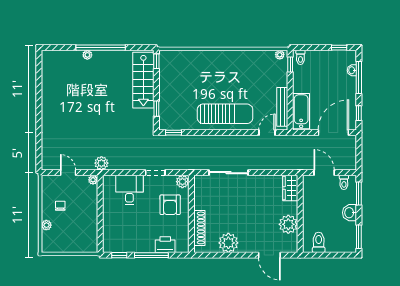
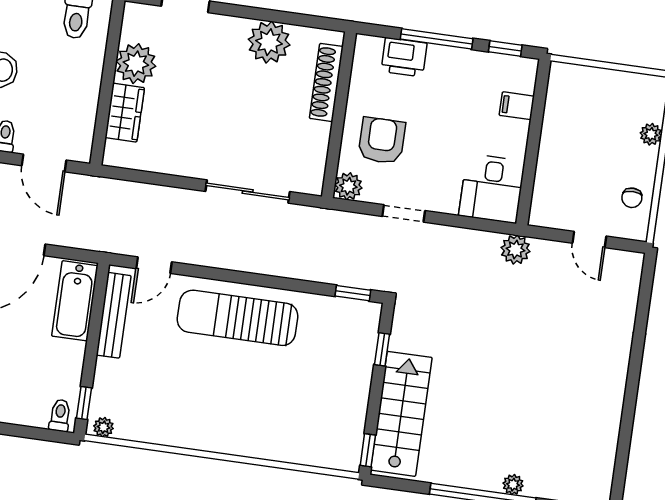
plant: (93, 180) -> (538, 217), removed
wardrobe: (290, 188) -> (125, 113), moved
desk: (129, 190) -> (492, 189), moved
chair: (60, 206) -> (632, 198), moved
filing cabinet: (110, 230) -> (517, 106), added

